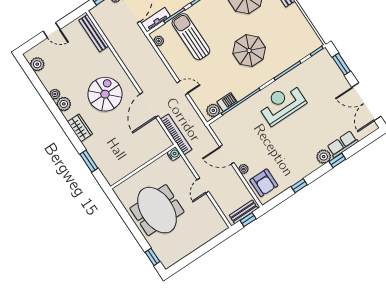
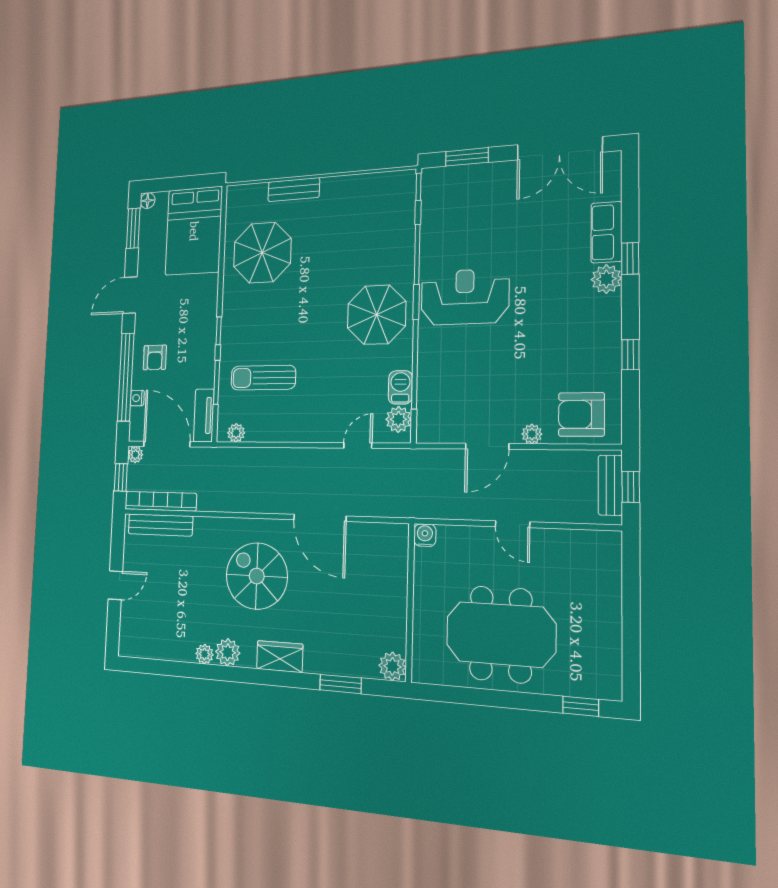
sun lounger: (191, 37) -> (263, 378), width x0.73, depth x0.75
parasol: (249, 51) -> (377, 315), moved
plant: (37, 64) -> (392, 666), moved
door: (183, 88) -> (358, 445), moved
reception desk: (282, 104) -> (465, 297), turned 90
bookcase: (176, 134) -> (160, 501), moved
armchair: (264, 183) -> (581, 414), turned 180

